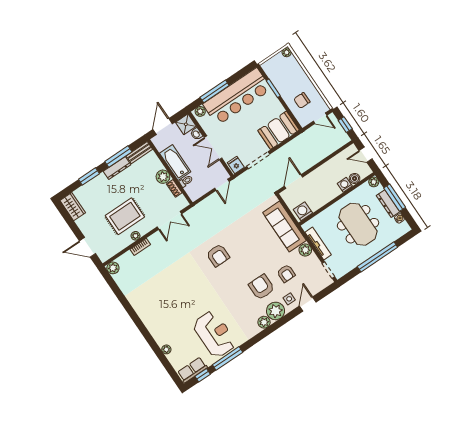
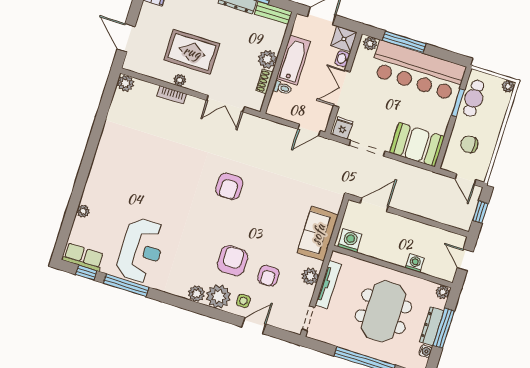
cafe table: (278, 77) -> (474, 98), added
boiler: (355, 178) -> (430, 268), removed
sofa: (284, 226) -> (318, 234), width x0.73

